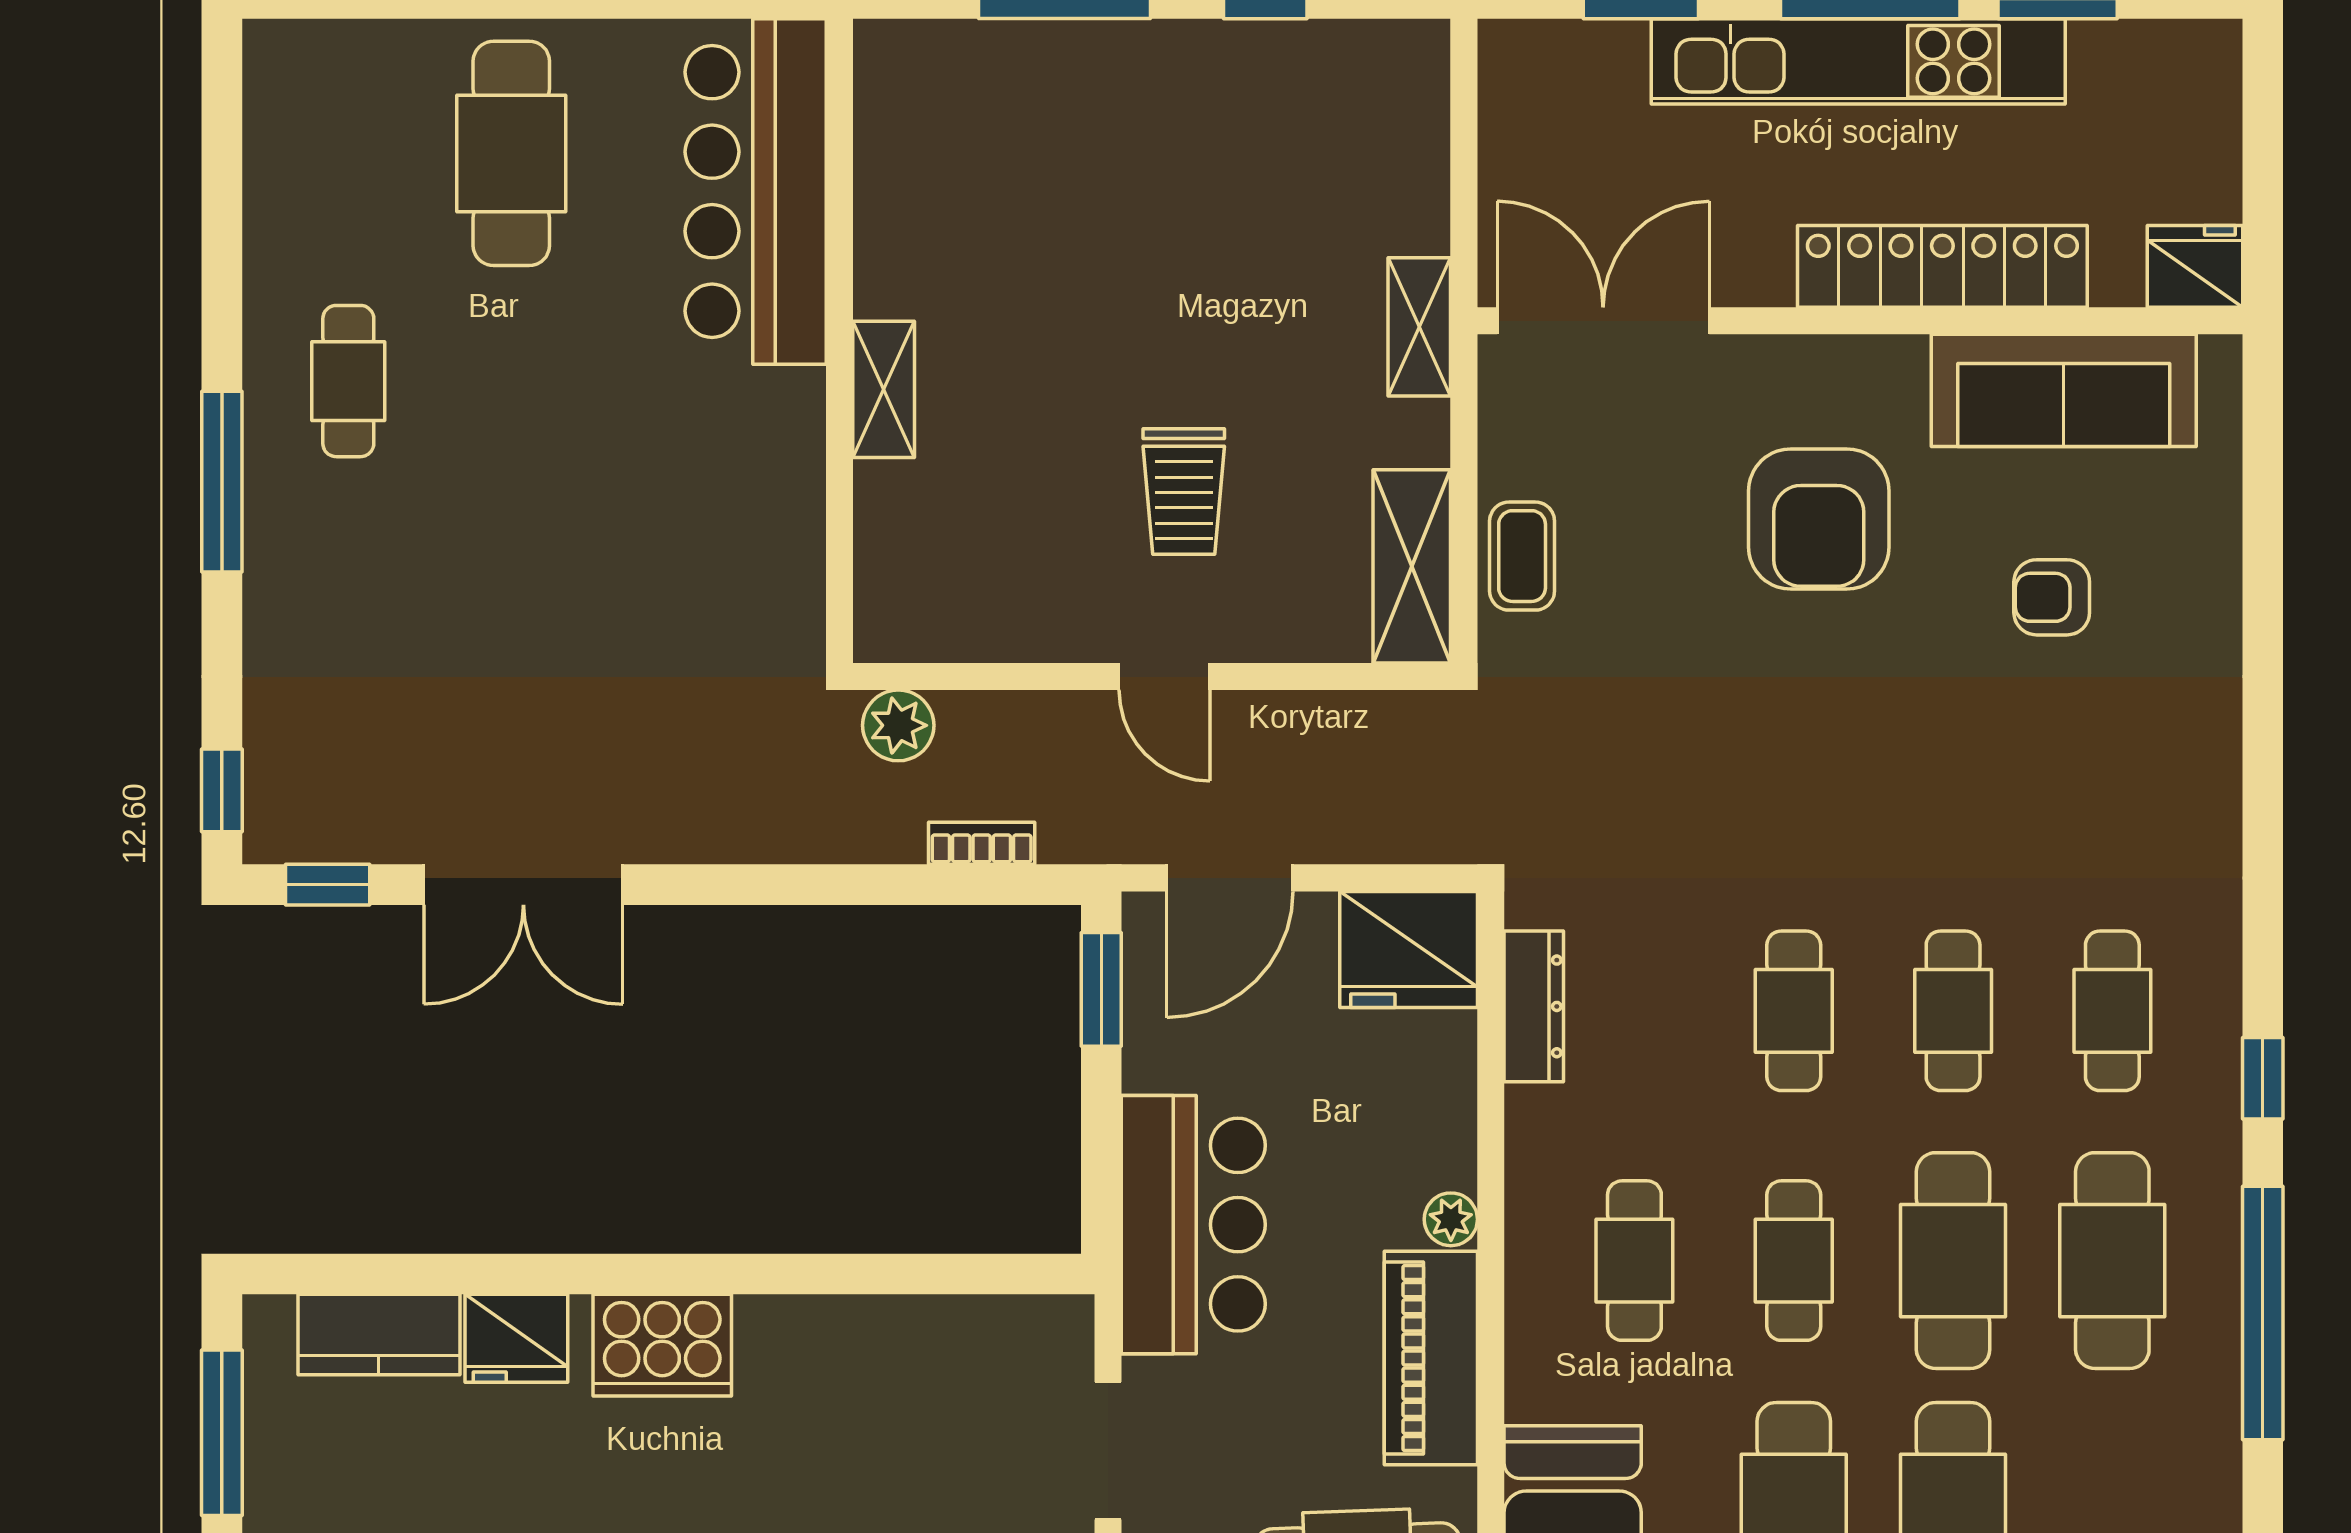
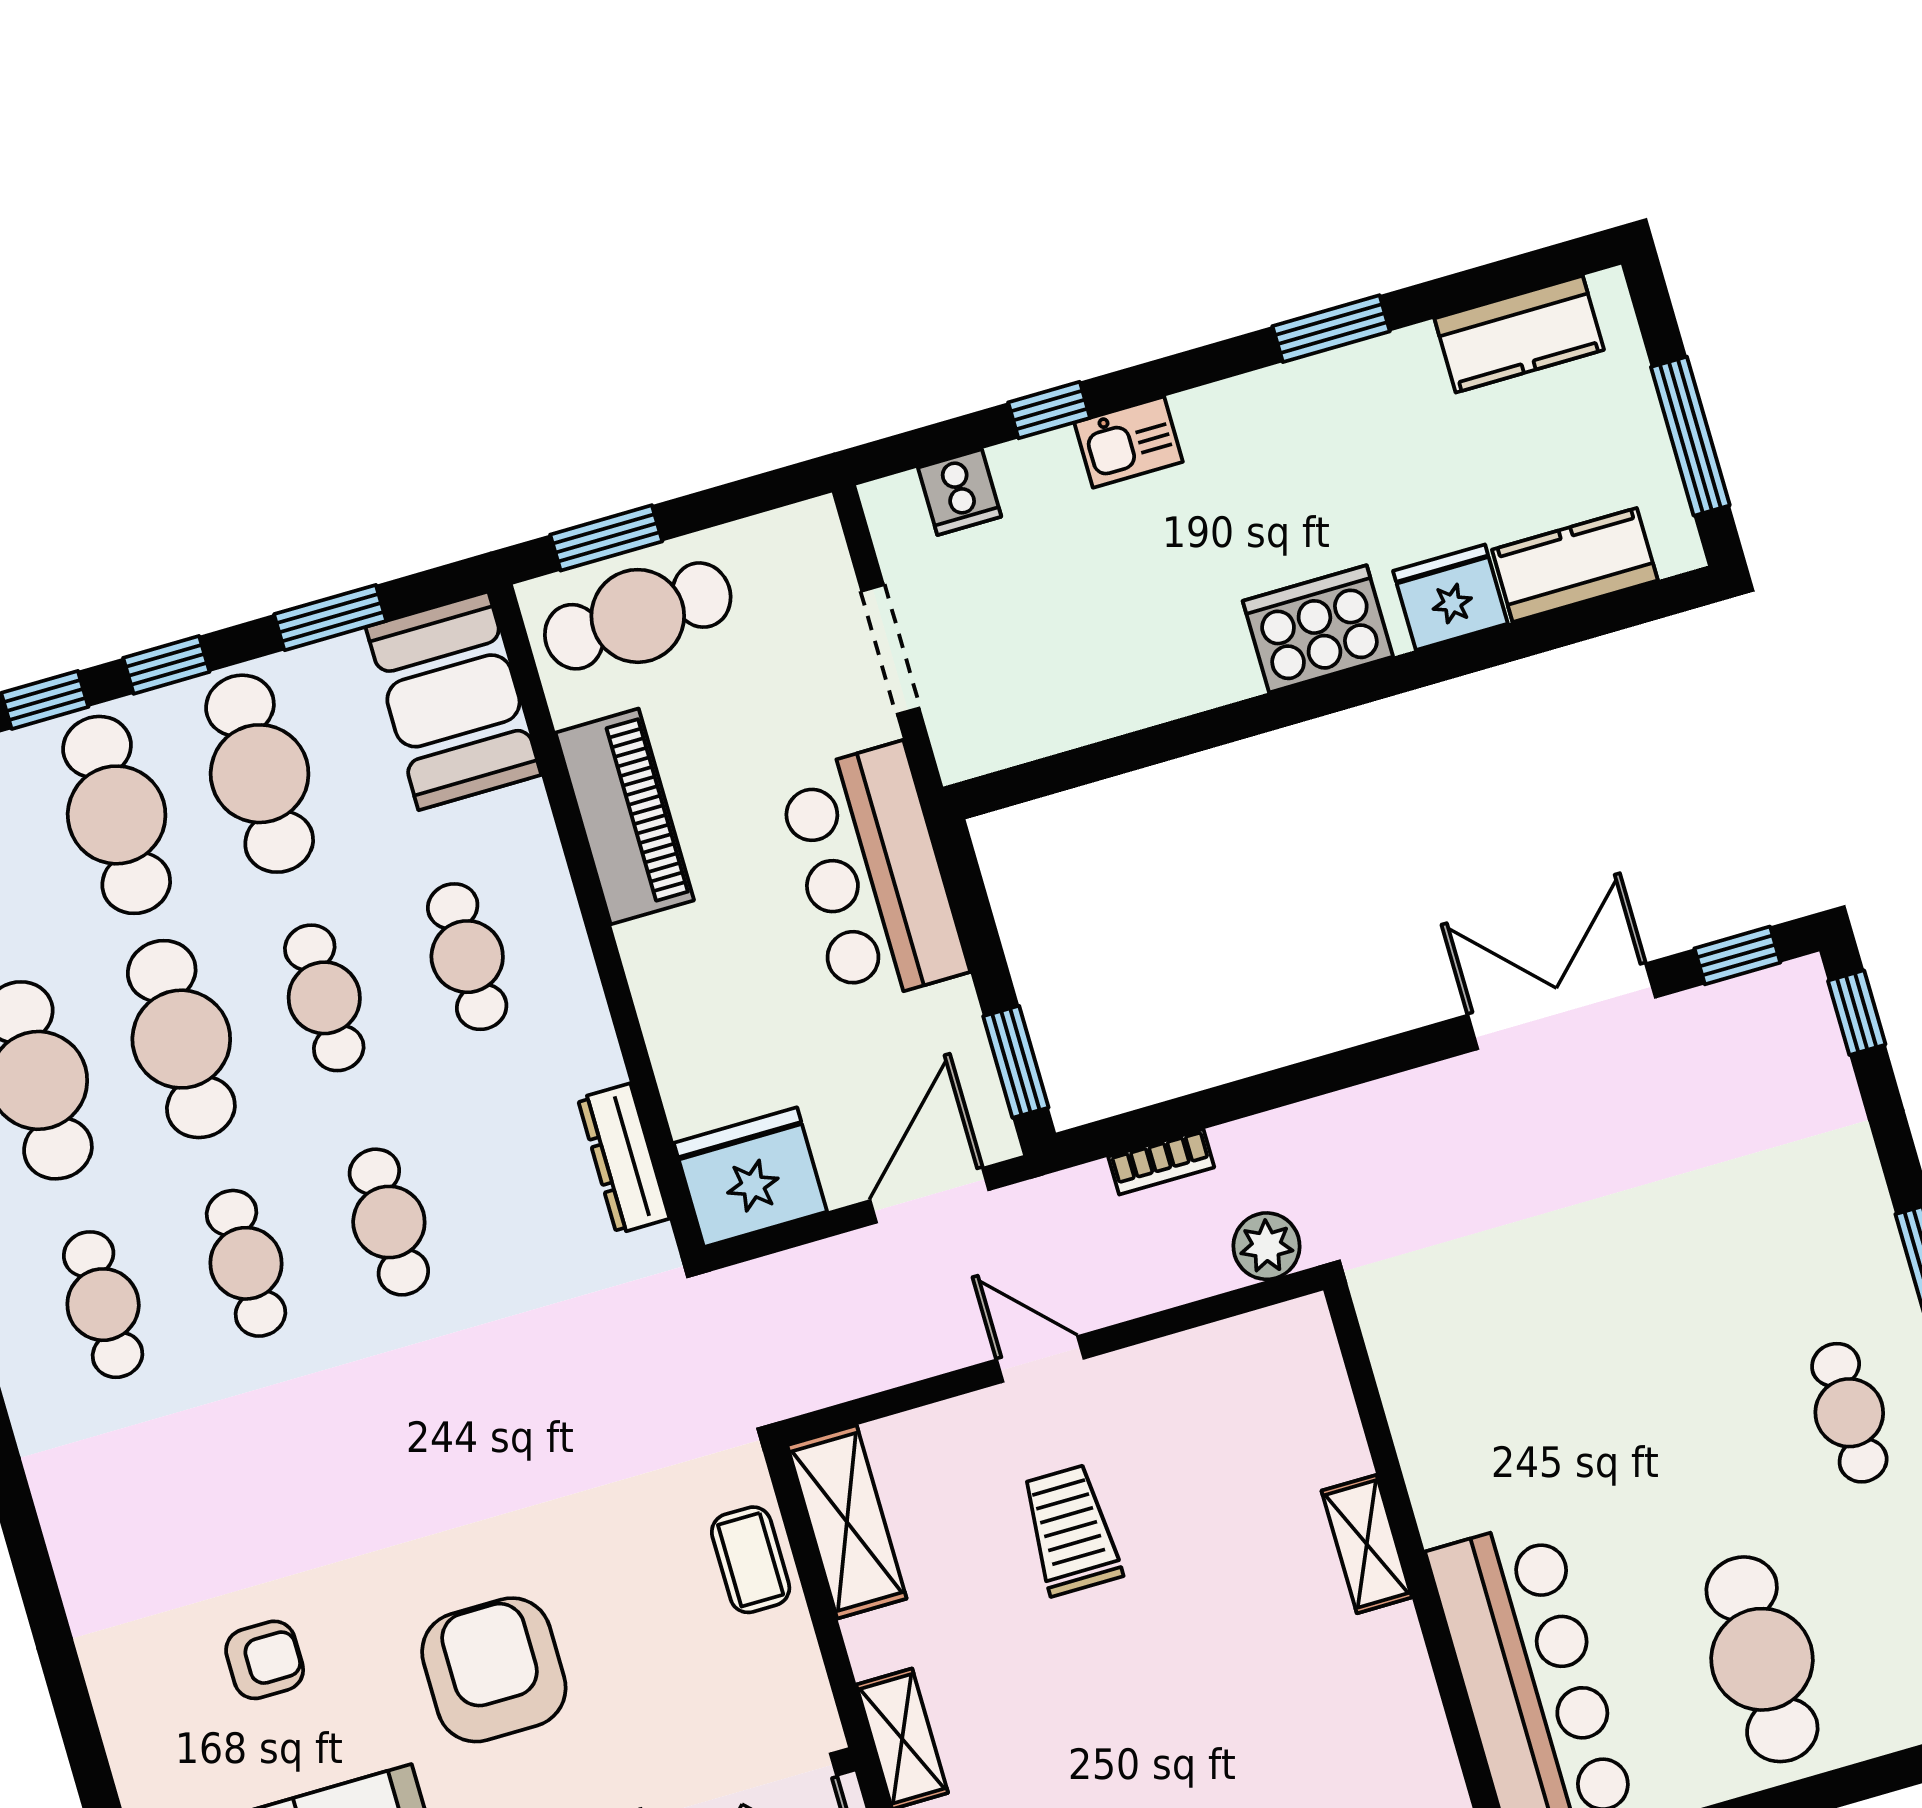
plant: (1451, 1219) -> (643, 946), removed

